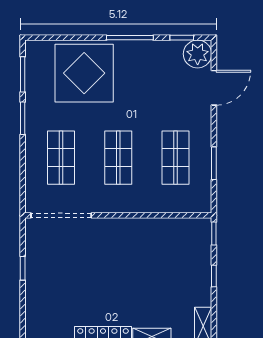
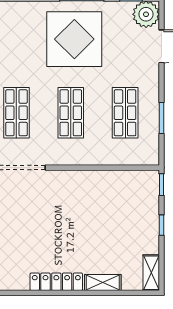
display table: (84, 73) -> (74, 39), moved

